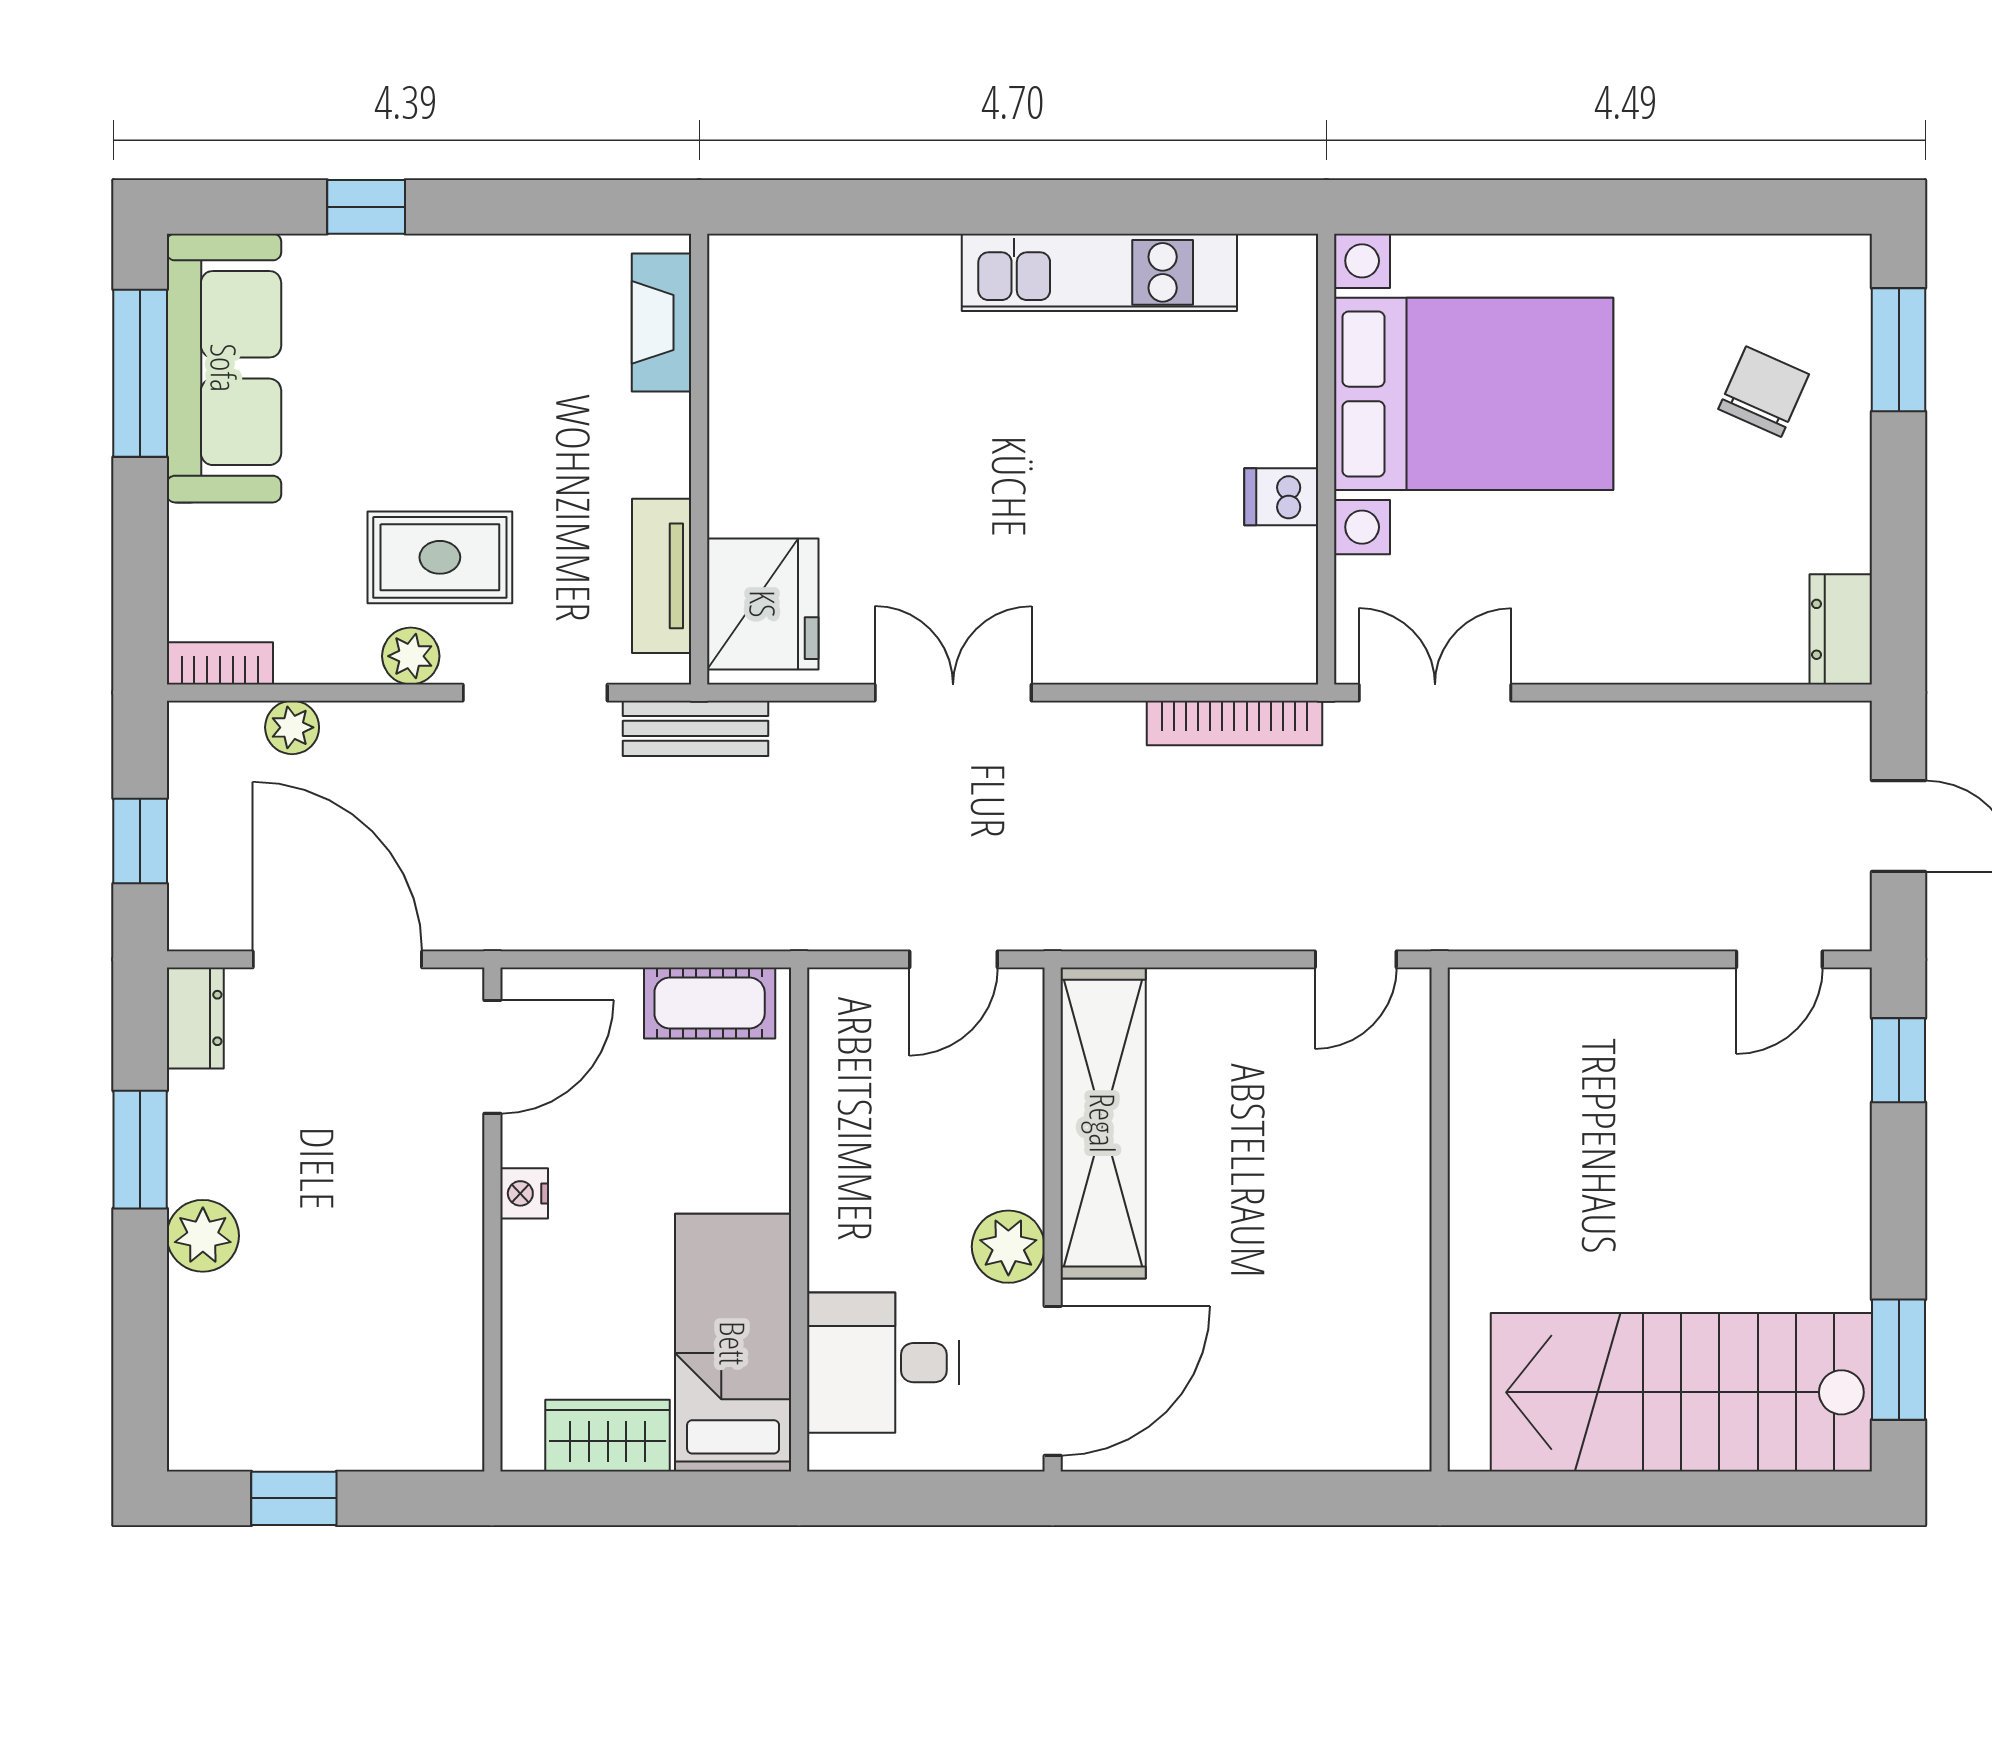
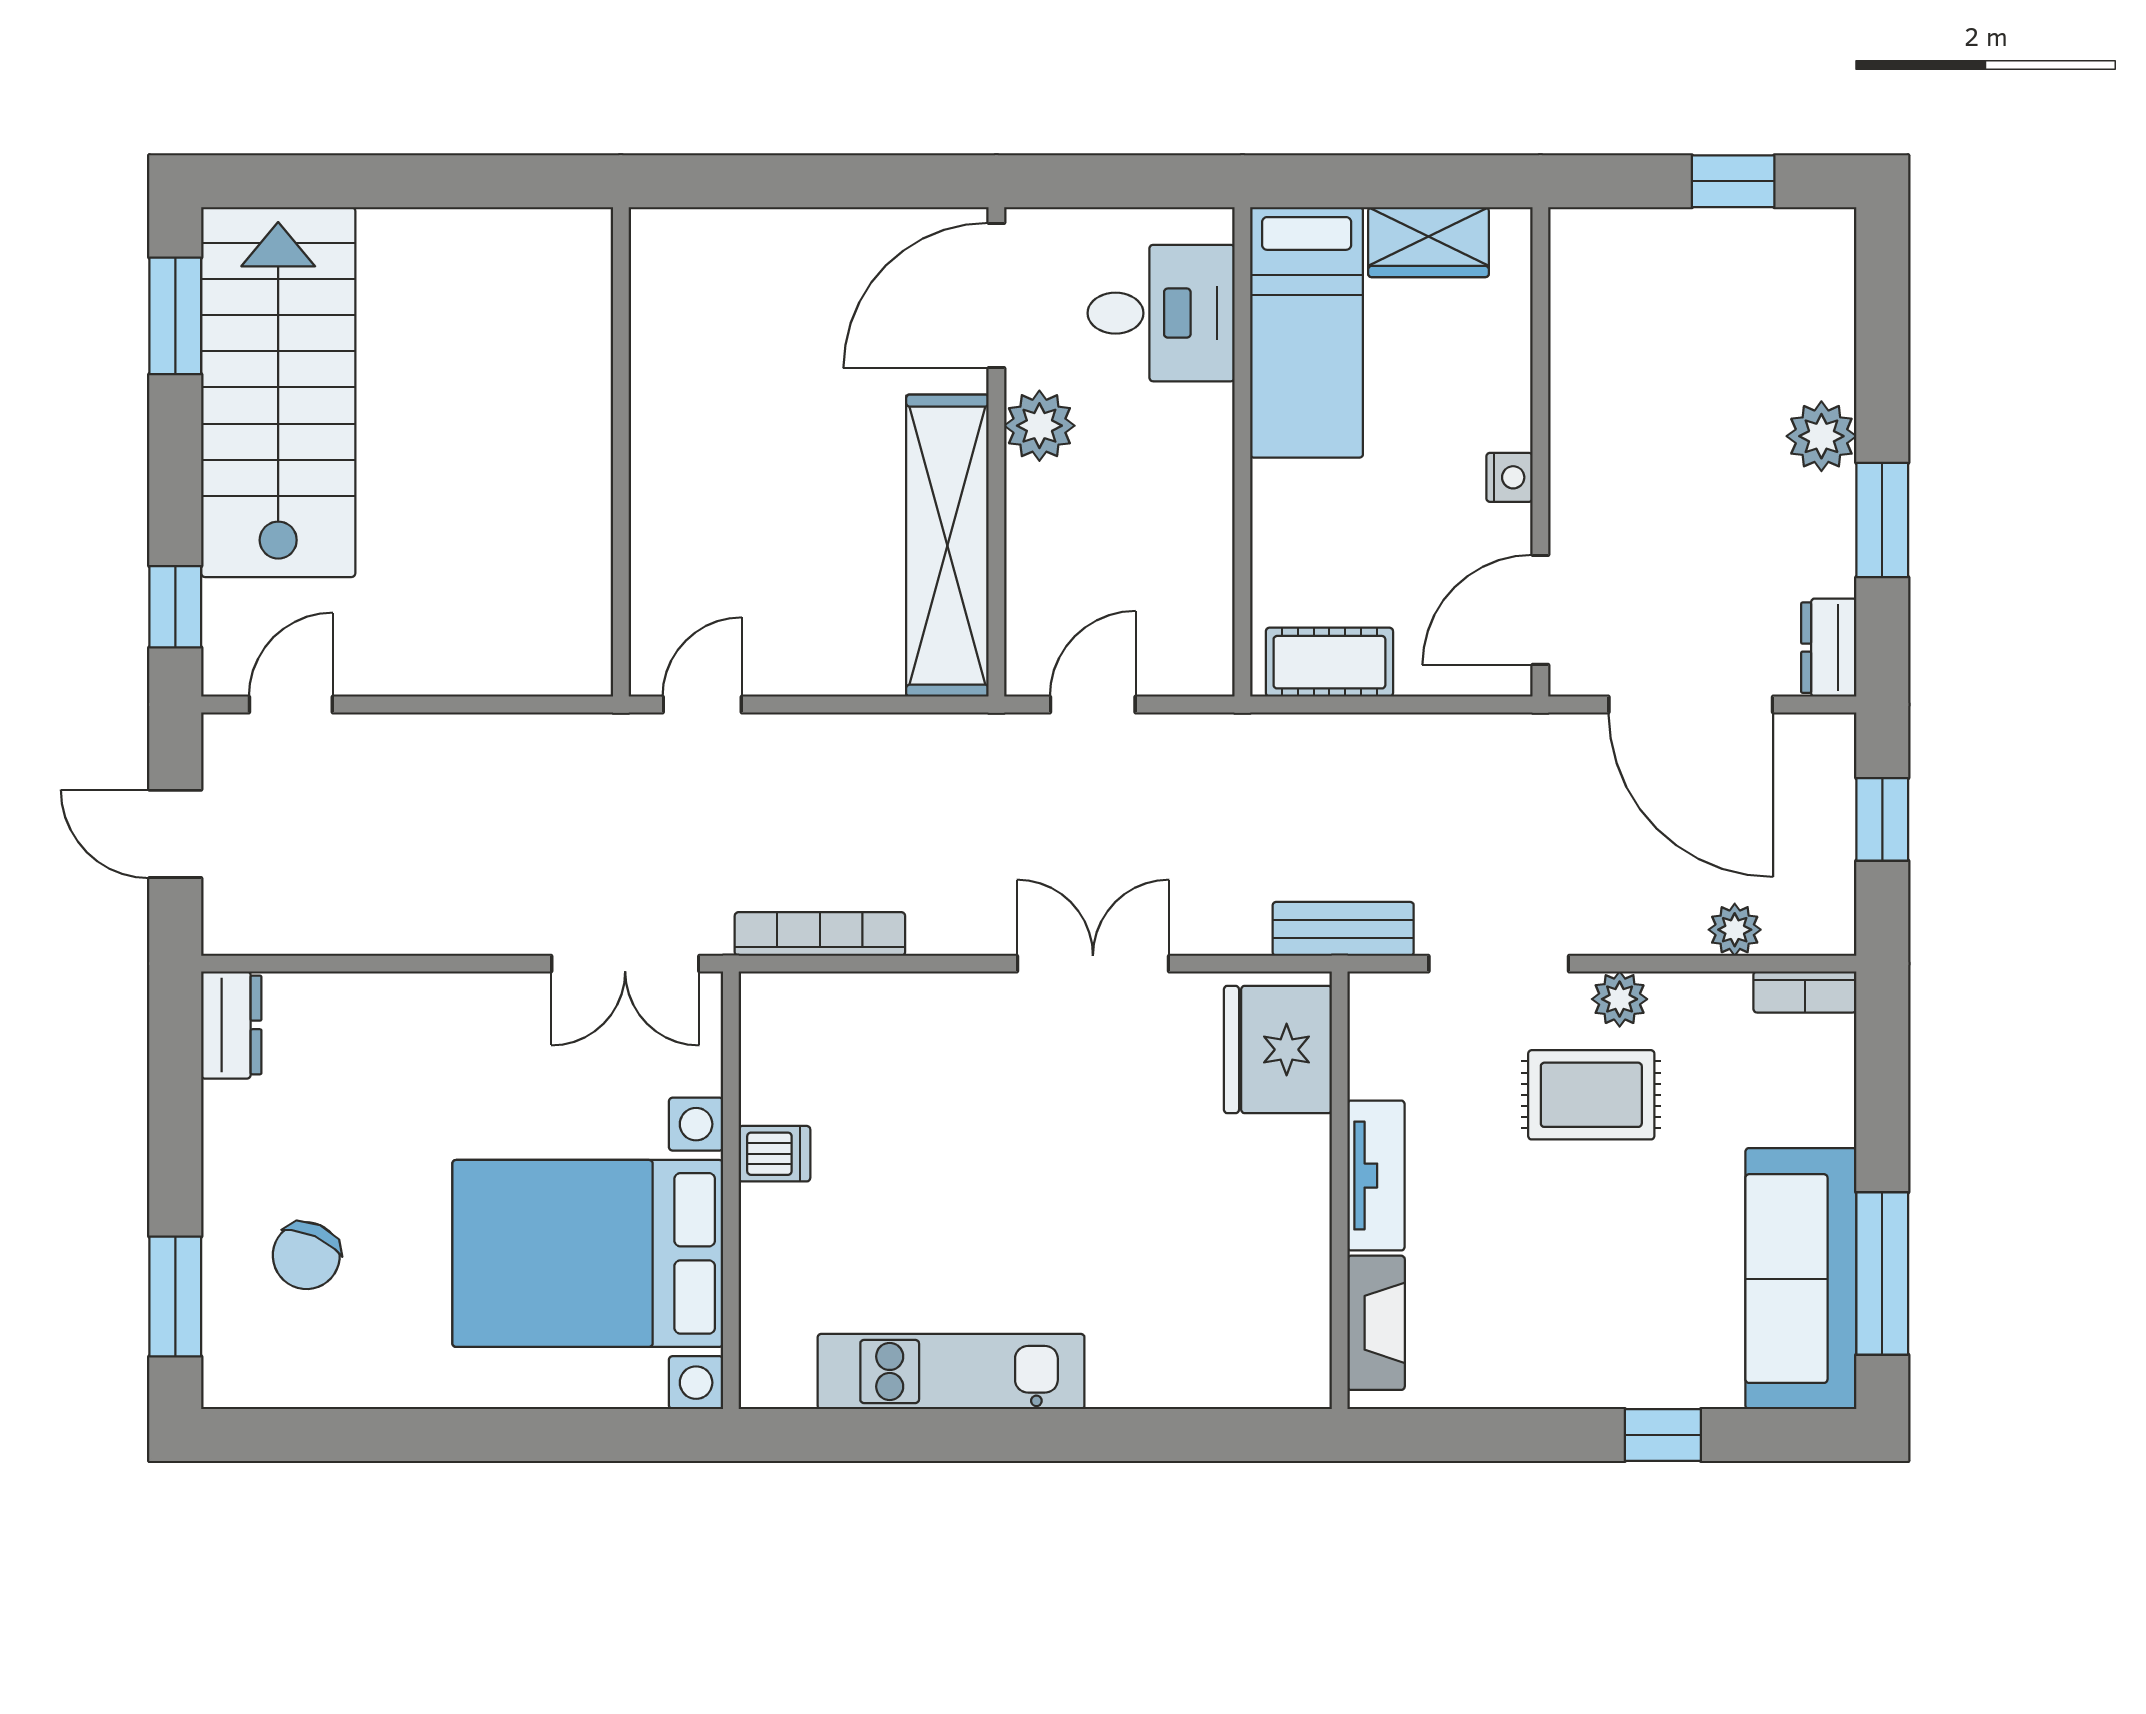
tv unit: (662, 576) -> (1376, 1176), moved
double door: (953, 693) -> (1093, 964), swing flipped
stairs: (1681, 1392) -> (278, 392), moved, turned -90

